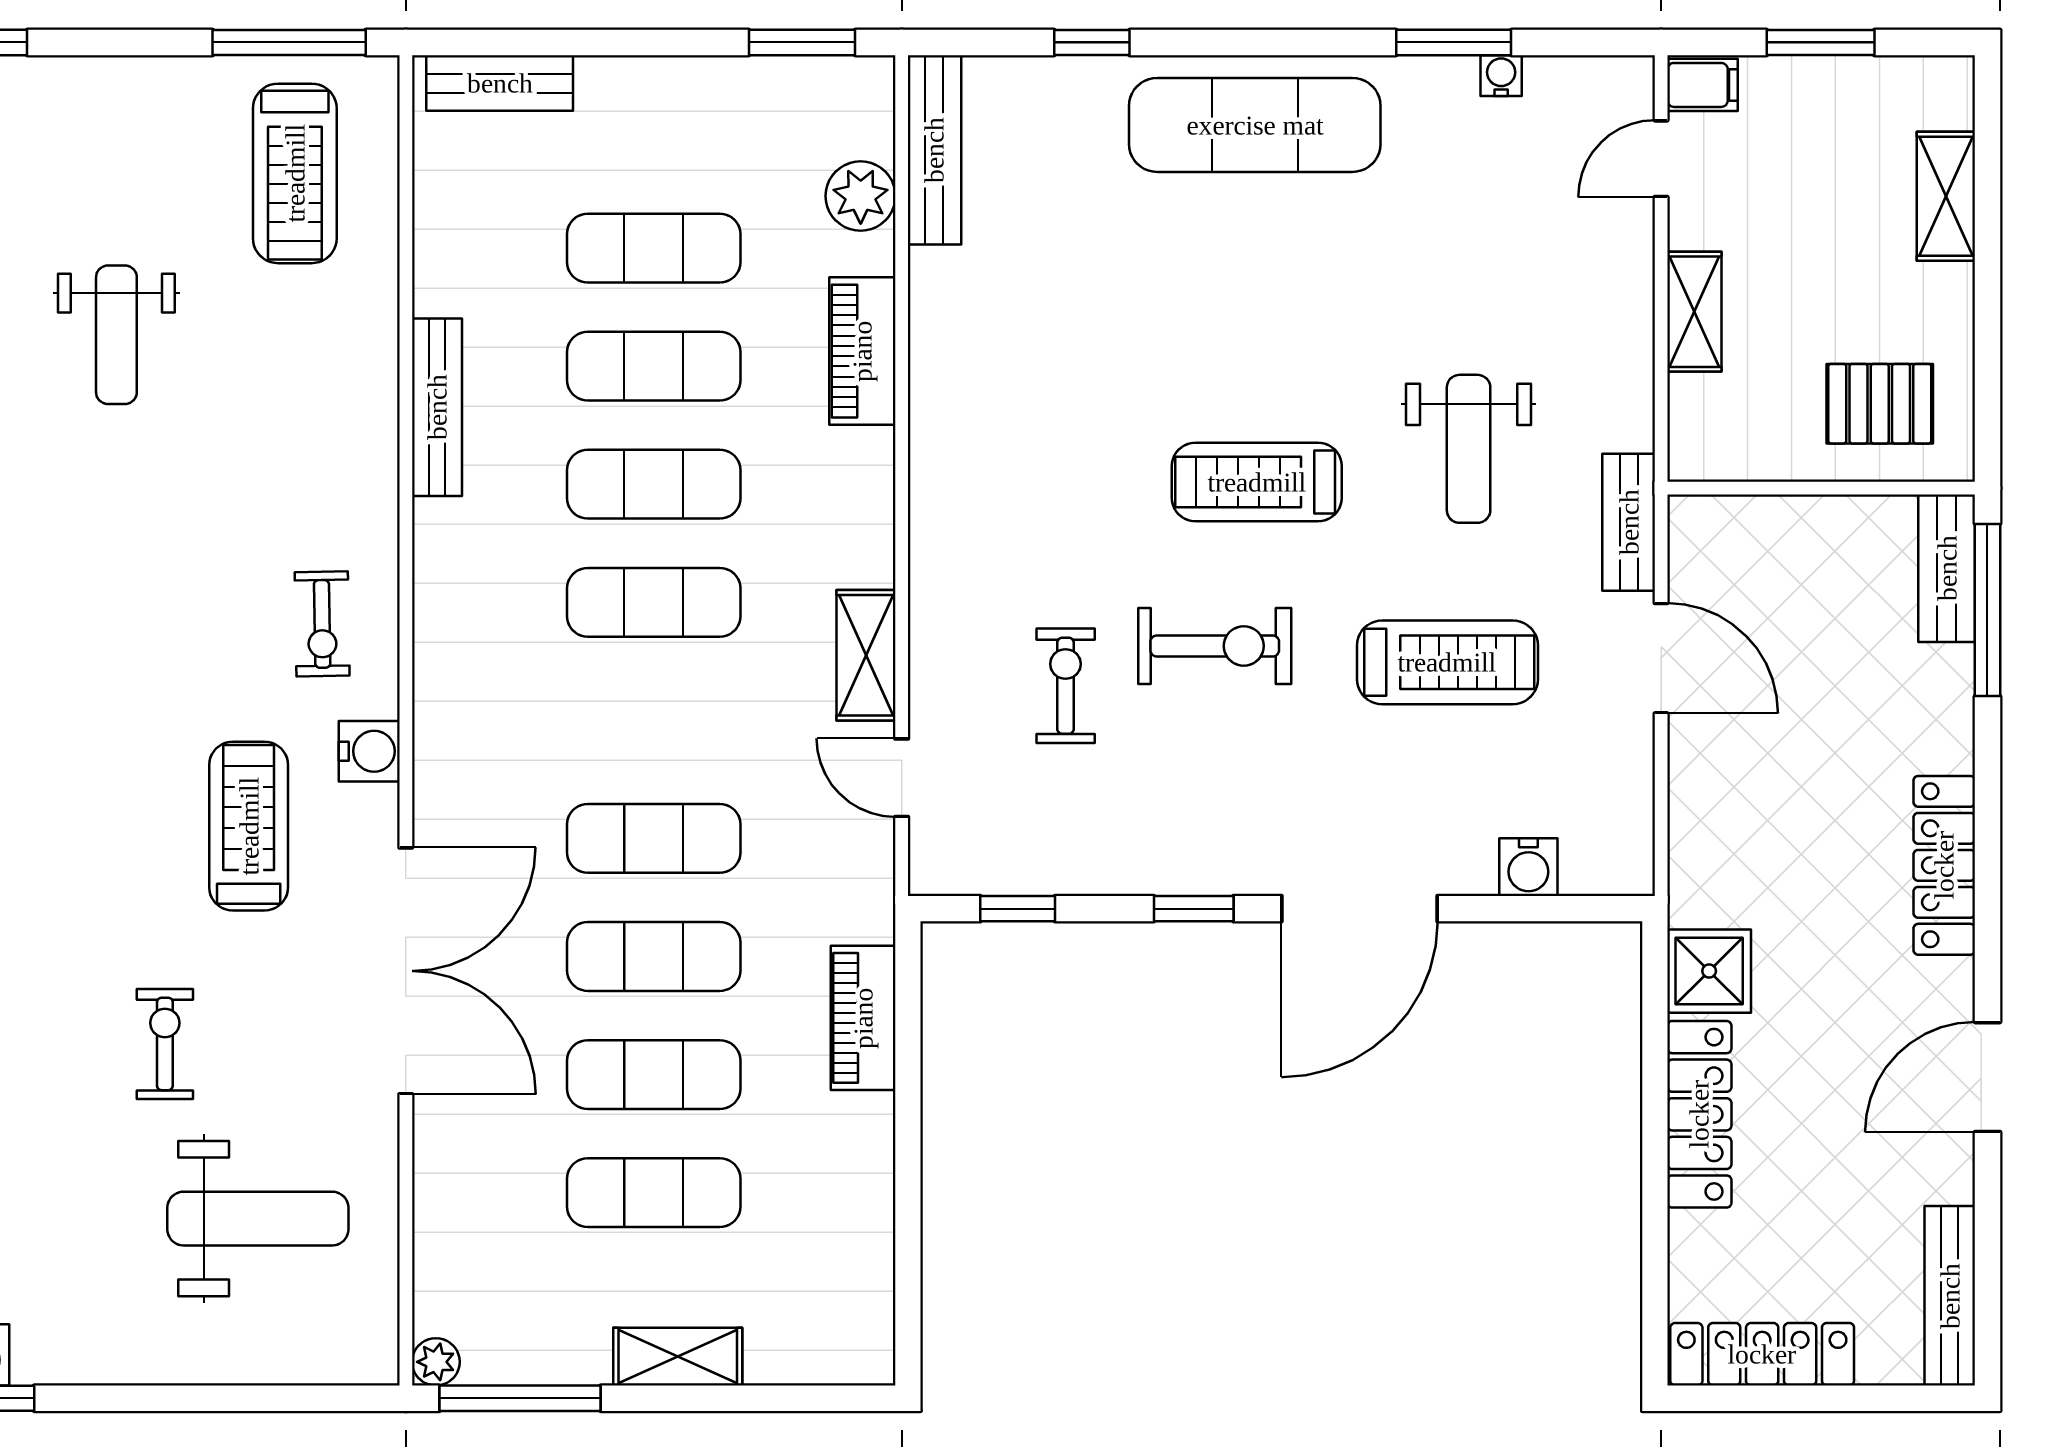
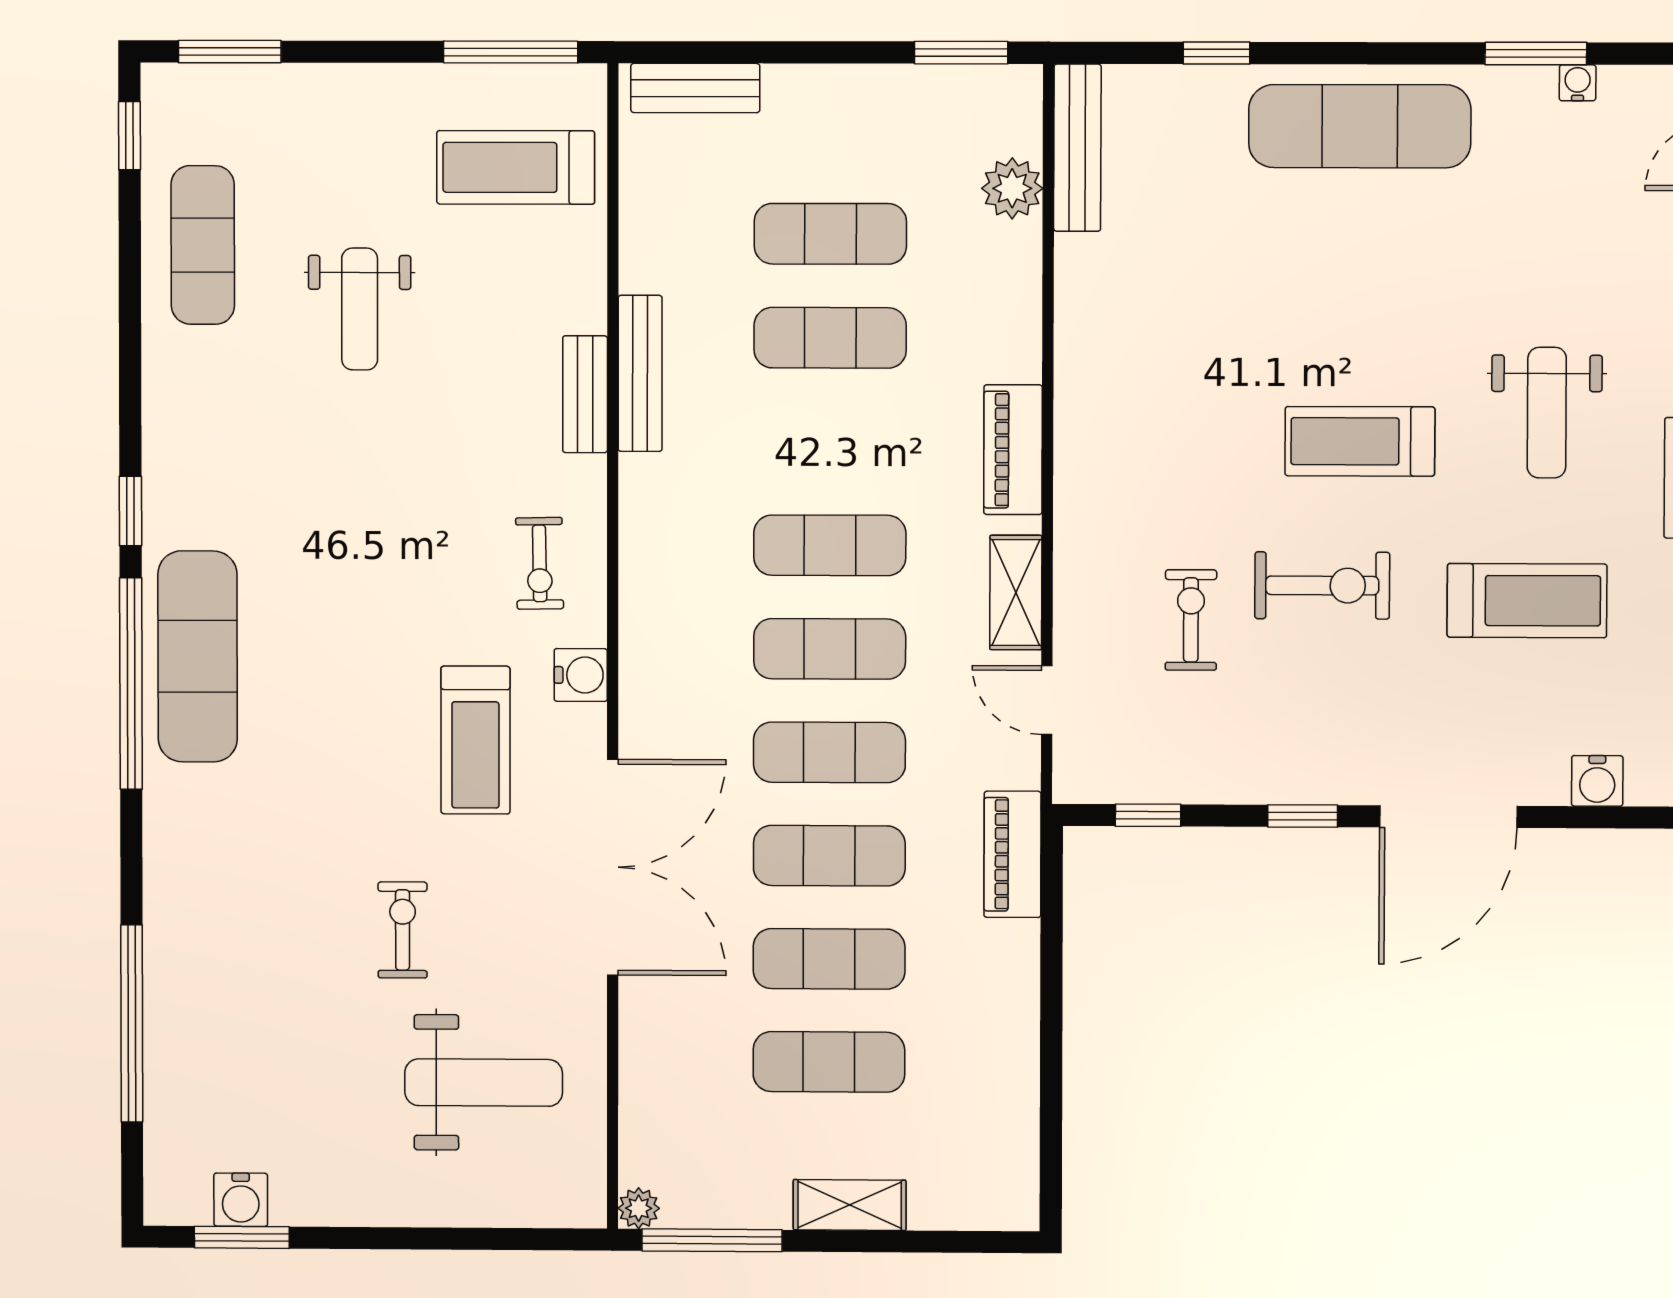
treadmill: (295, 173) -> (516, 167), turned 90
piano: (862, 351) -> (1013, 450), moved
bench: (374, 431) -> (585, 394), added
exercise mat: (654, 484) -> (830, 649), moved
treadmill: (249, 826) -> (475, 740), turned 180
piano: (863, 1018) -> (1012, 854), moved

